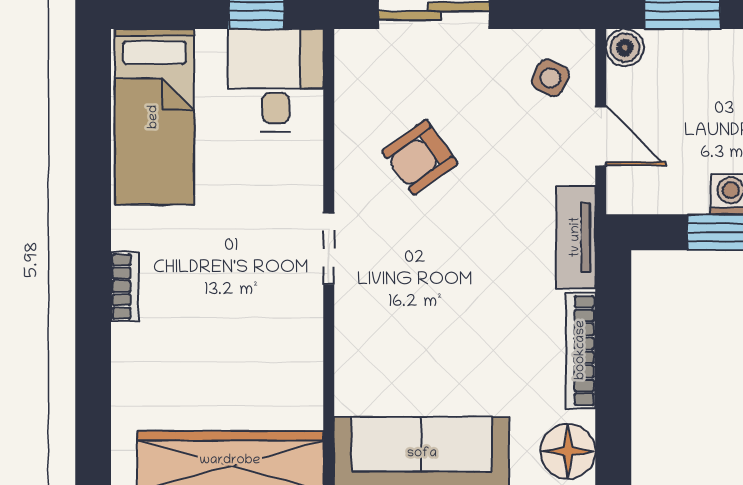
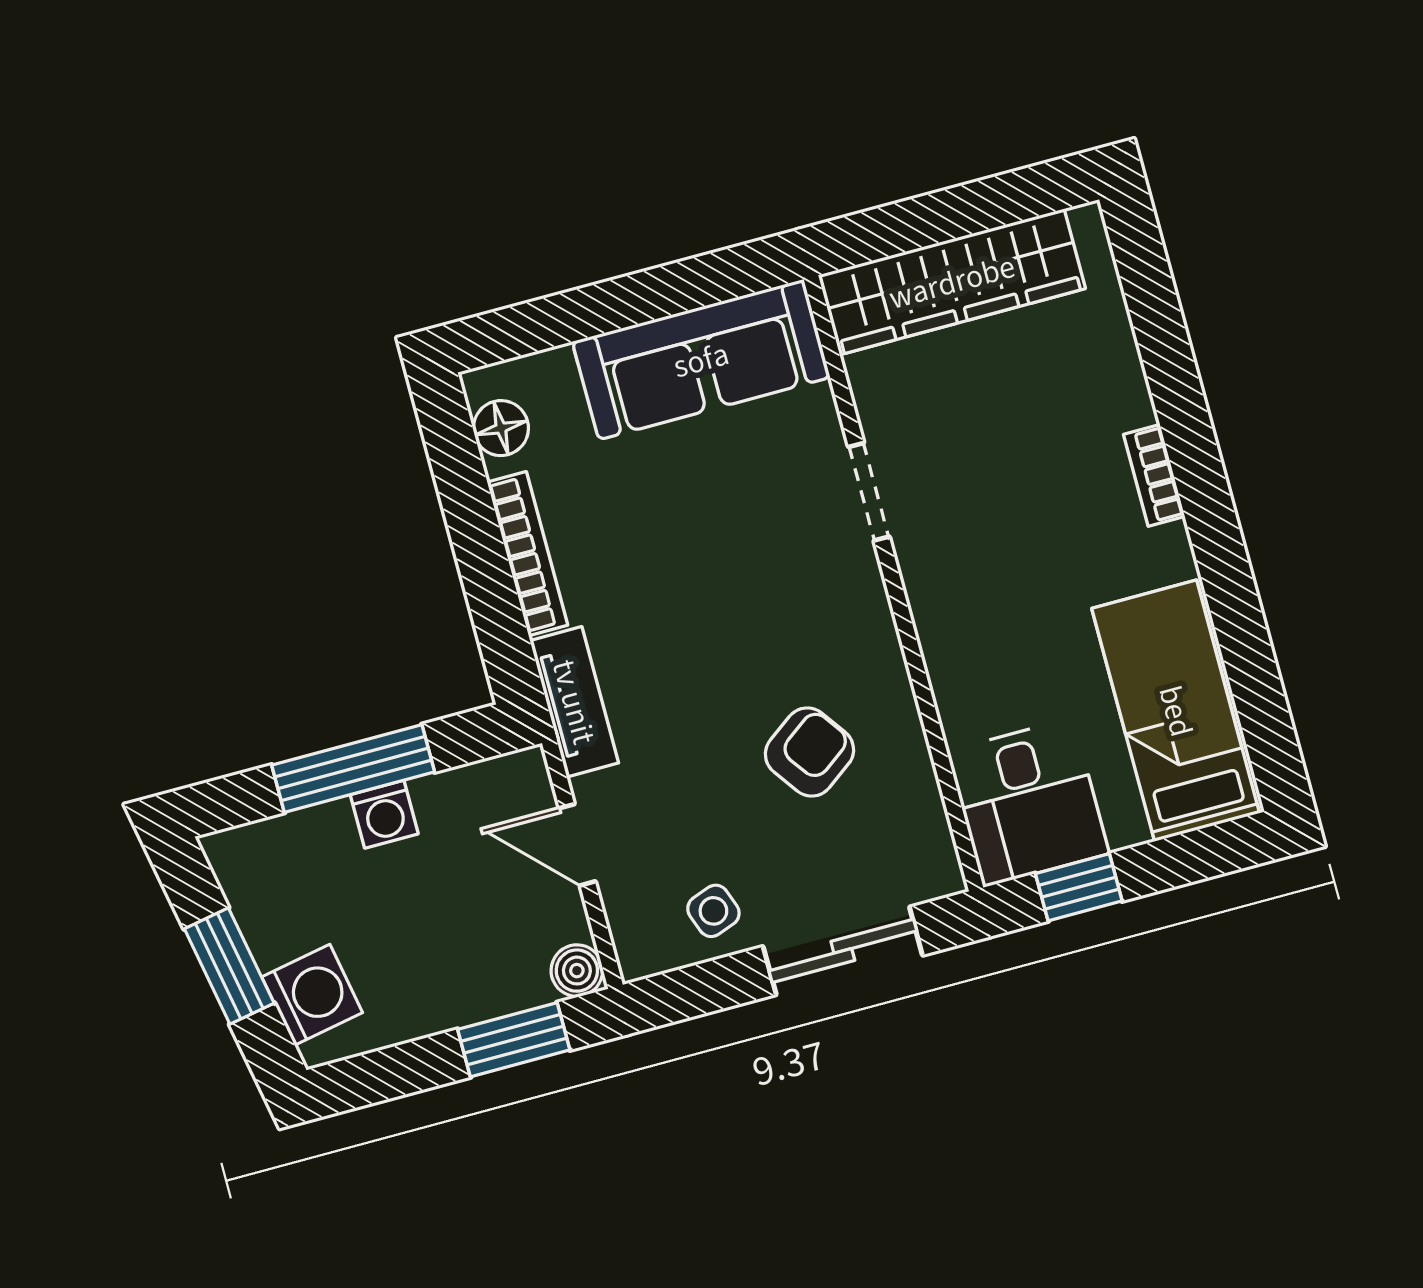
side table: (550, 78) -> (713, 911), moved, turned 45
doorway: (329, 249) -> (869, 492), moved
floor lamp: (568, 451) -> (501, 428), width x0.73, depth x0.73

